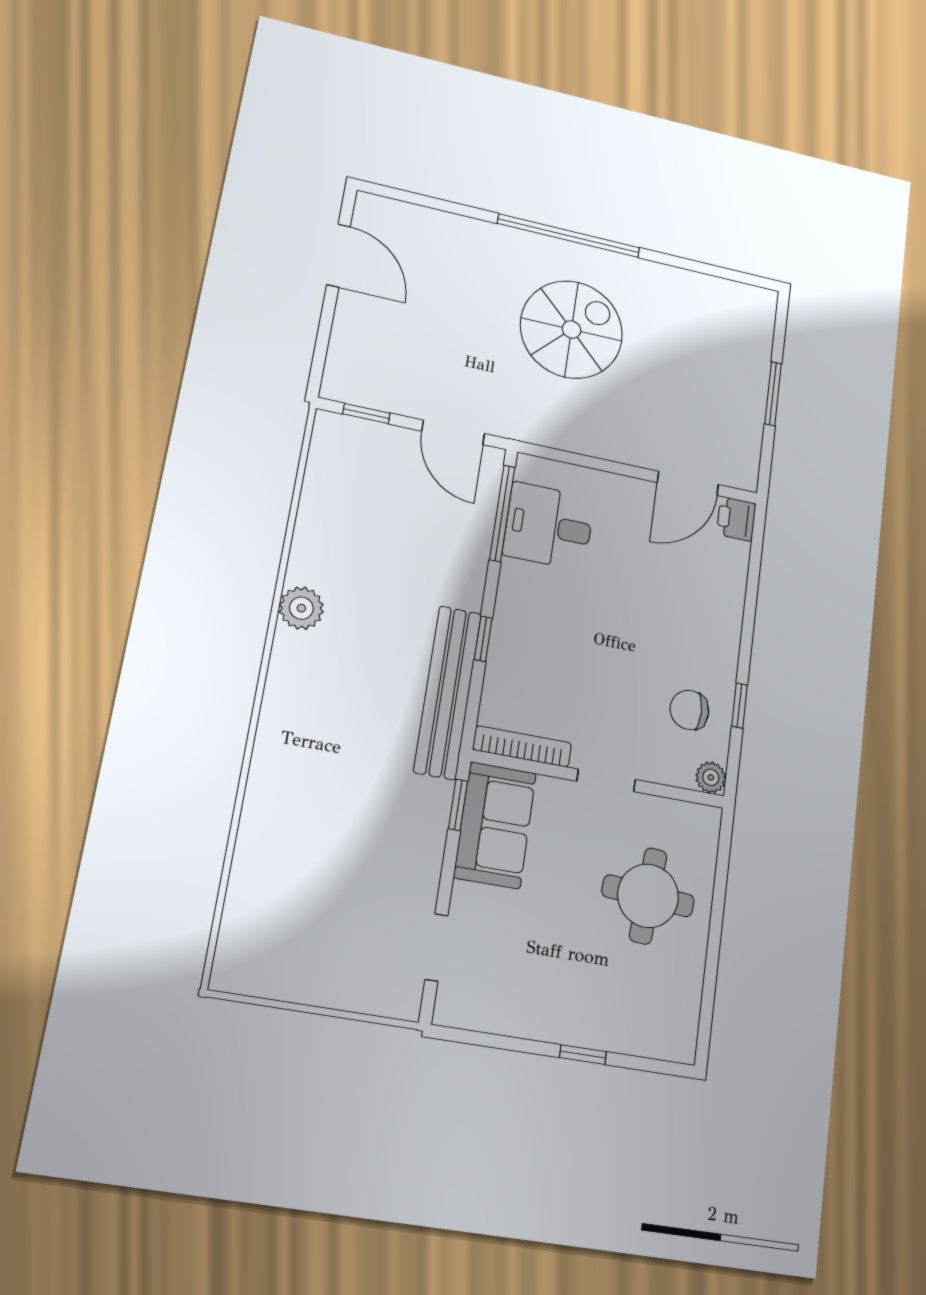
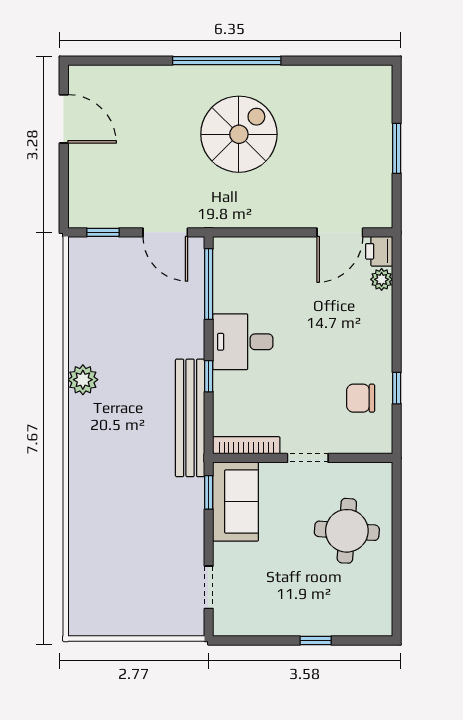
desk: (549, 526) -> (243, 342), moved
plant: (711, 777) -> (382, 279), moved

